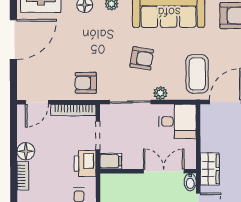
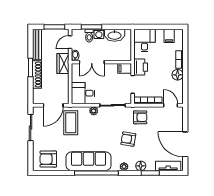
door: (13, 40) -> (185, 144), hinge flipped
armchair: (142, 58) -> (128, 139), moved
door: (37, 102) -> (171, 105), hinge flipped

